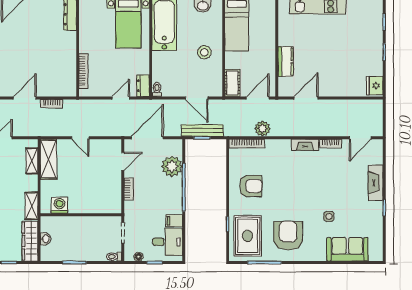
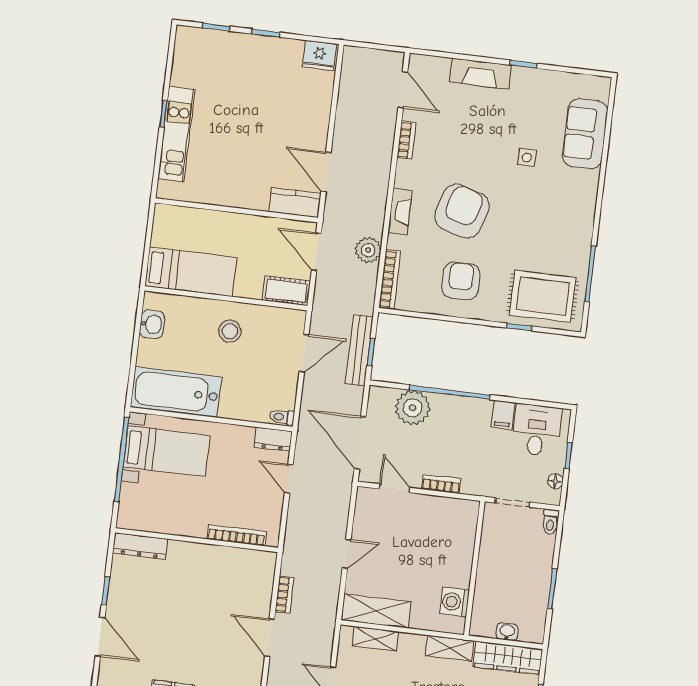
kitchen counter: (285, 62) -> (295, 203), moved
fireplace: (305, 145) -> (400, 211), moved
armchair: (288, 236) -> (462, 211), moved, turned 105

